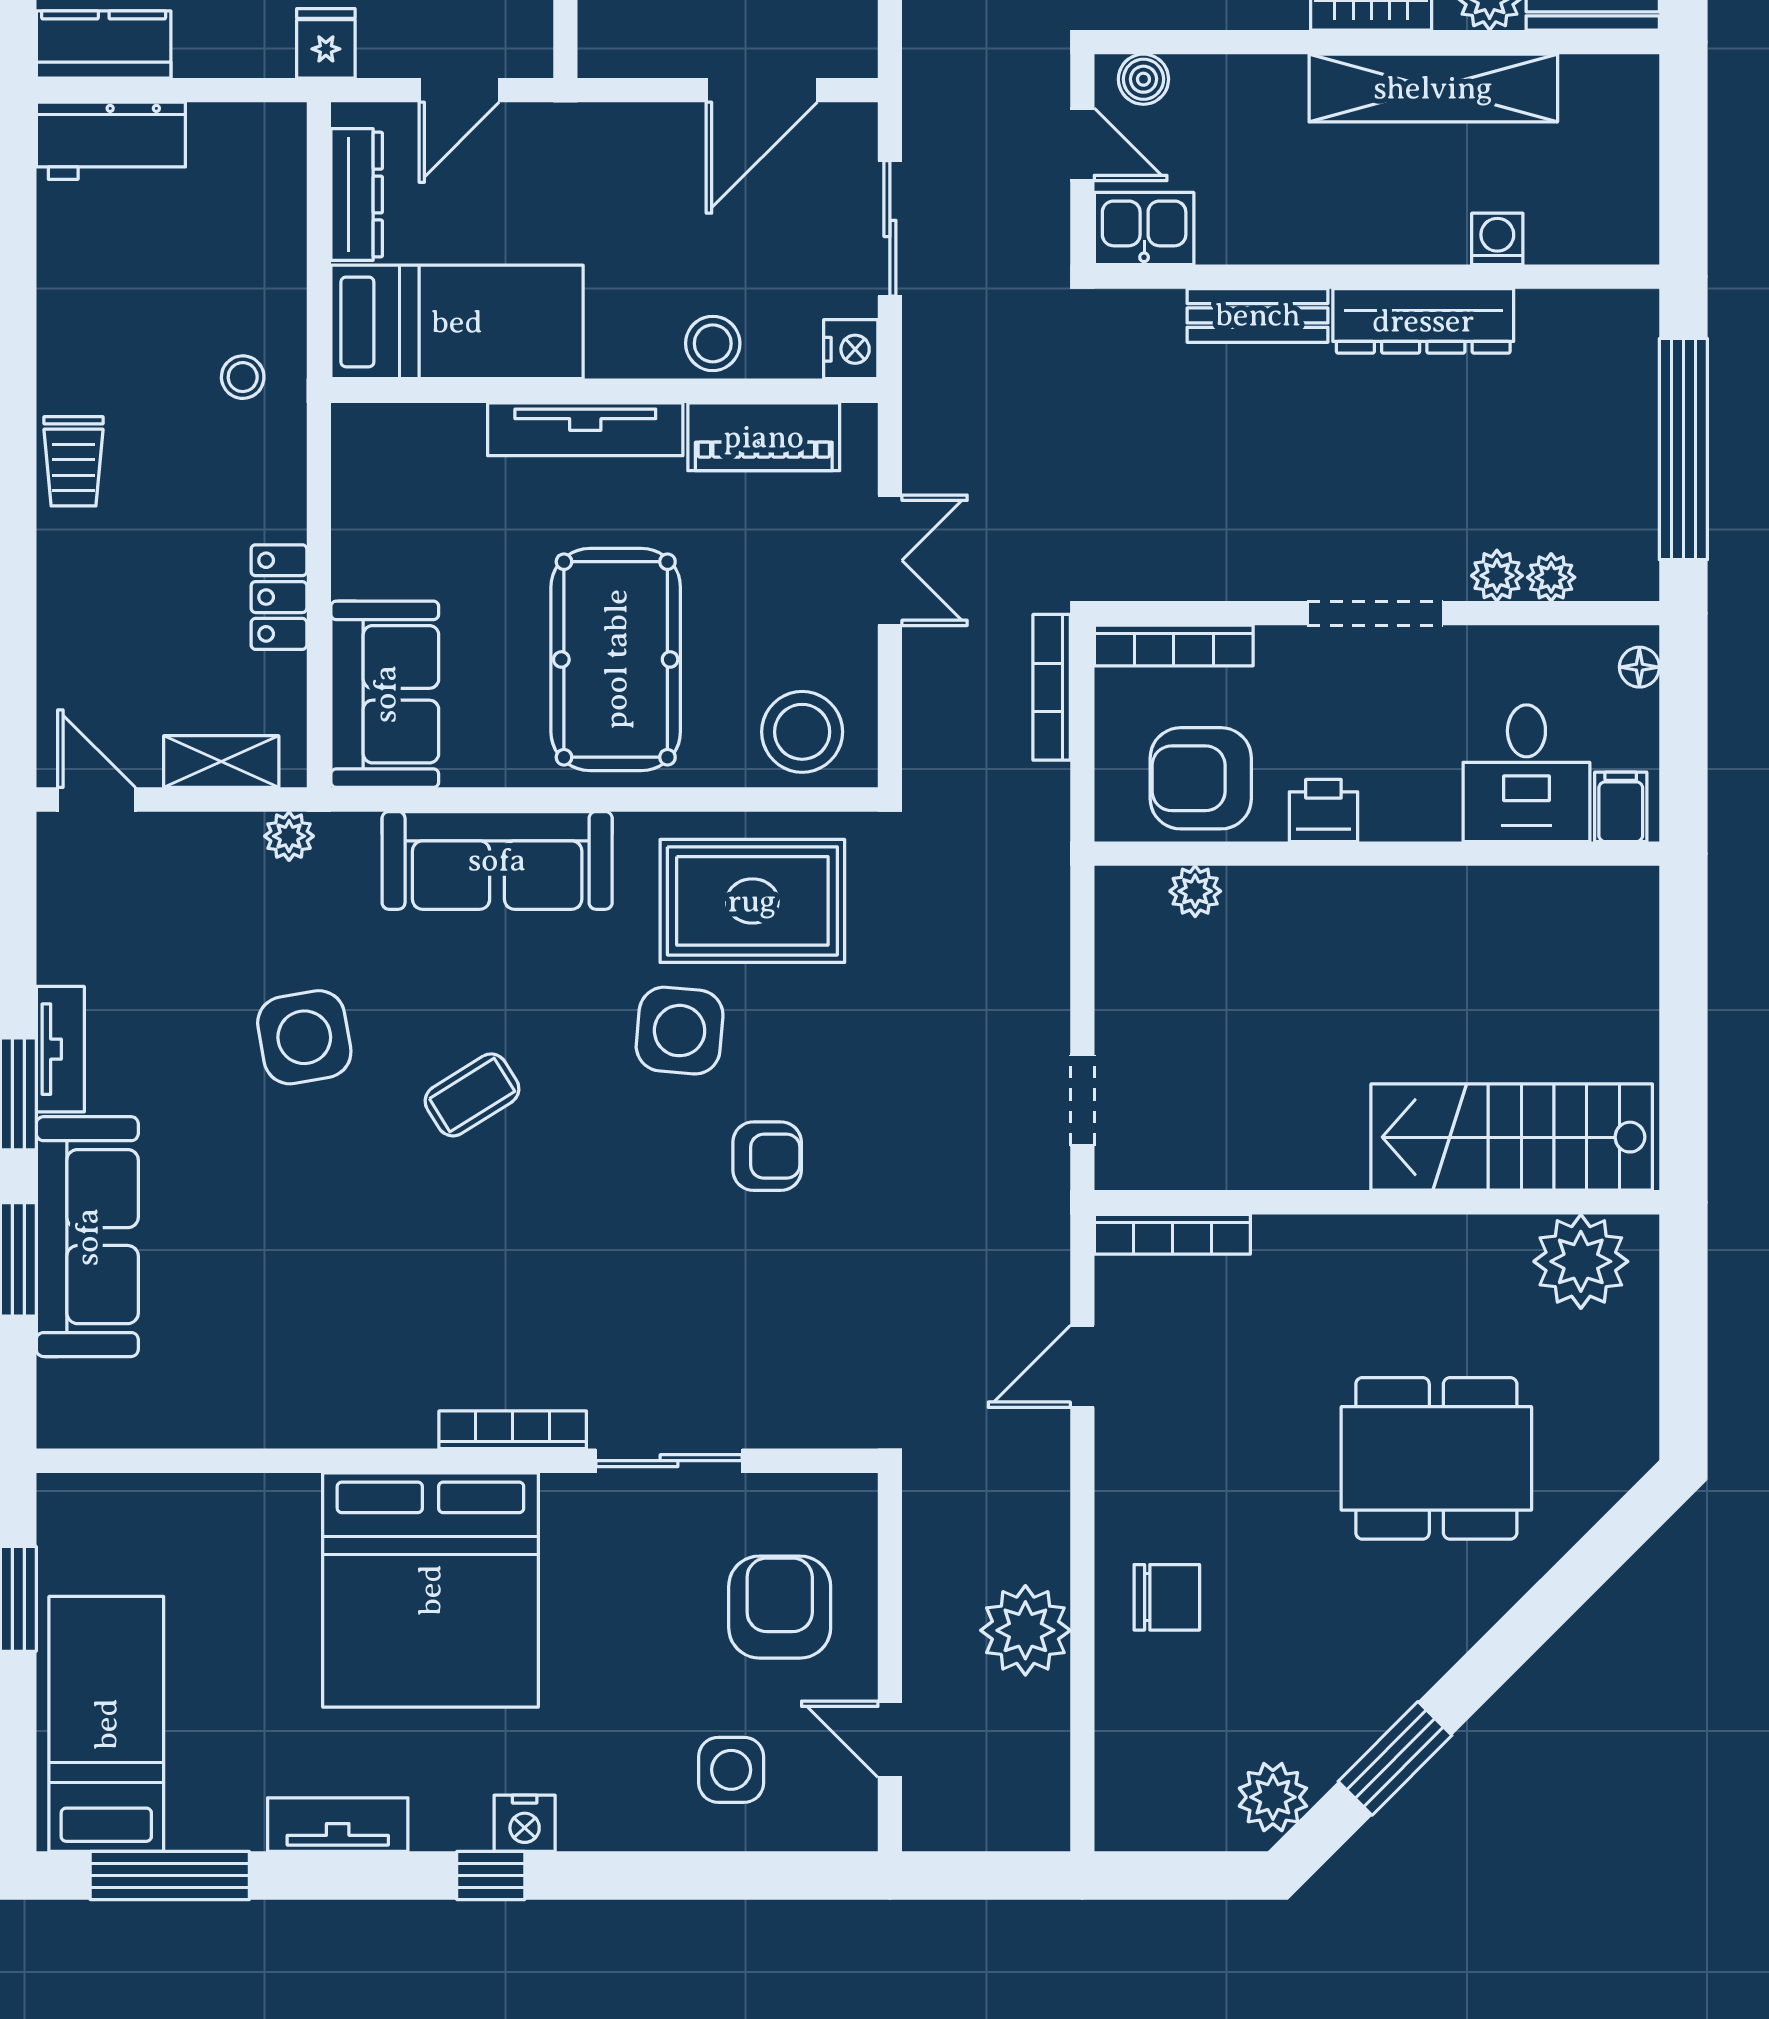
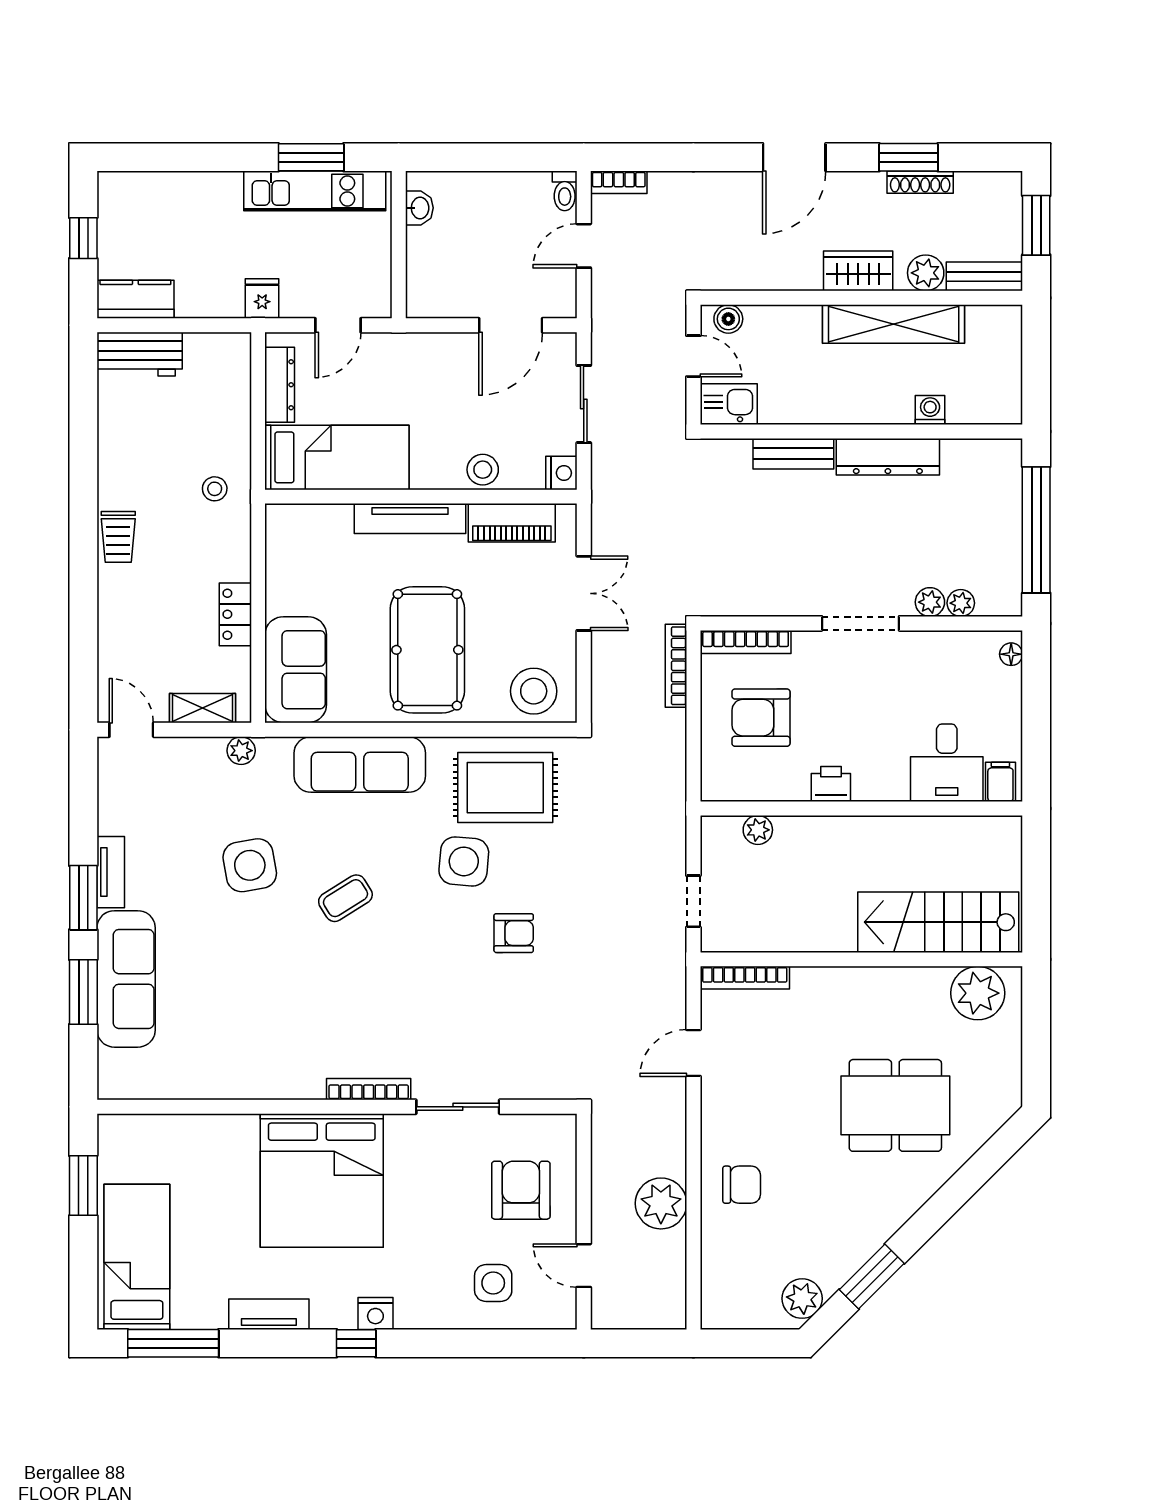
desk: (1526, 773) -> (947, 763), moved
filing cabinet: (1621, 807) -> (1000, 782), moved
printer: (1323, 811) -> (831, 784), moved
wall: (1377, 854) -> (861, 809), moved
plant: (1195, 891) -> (758, 830), moved

